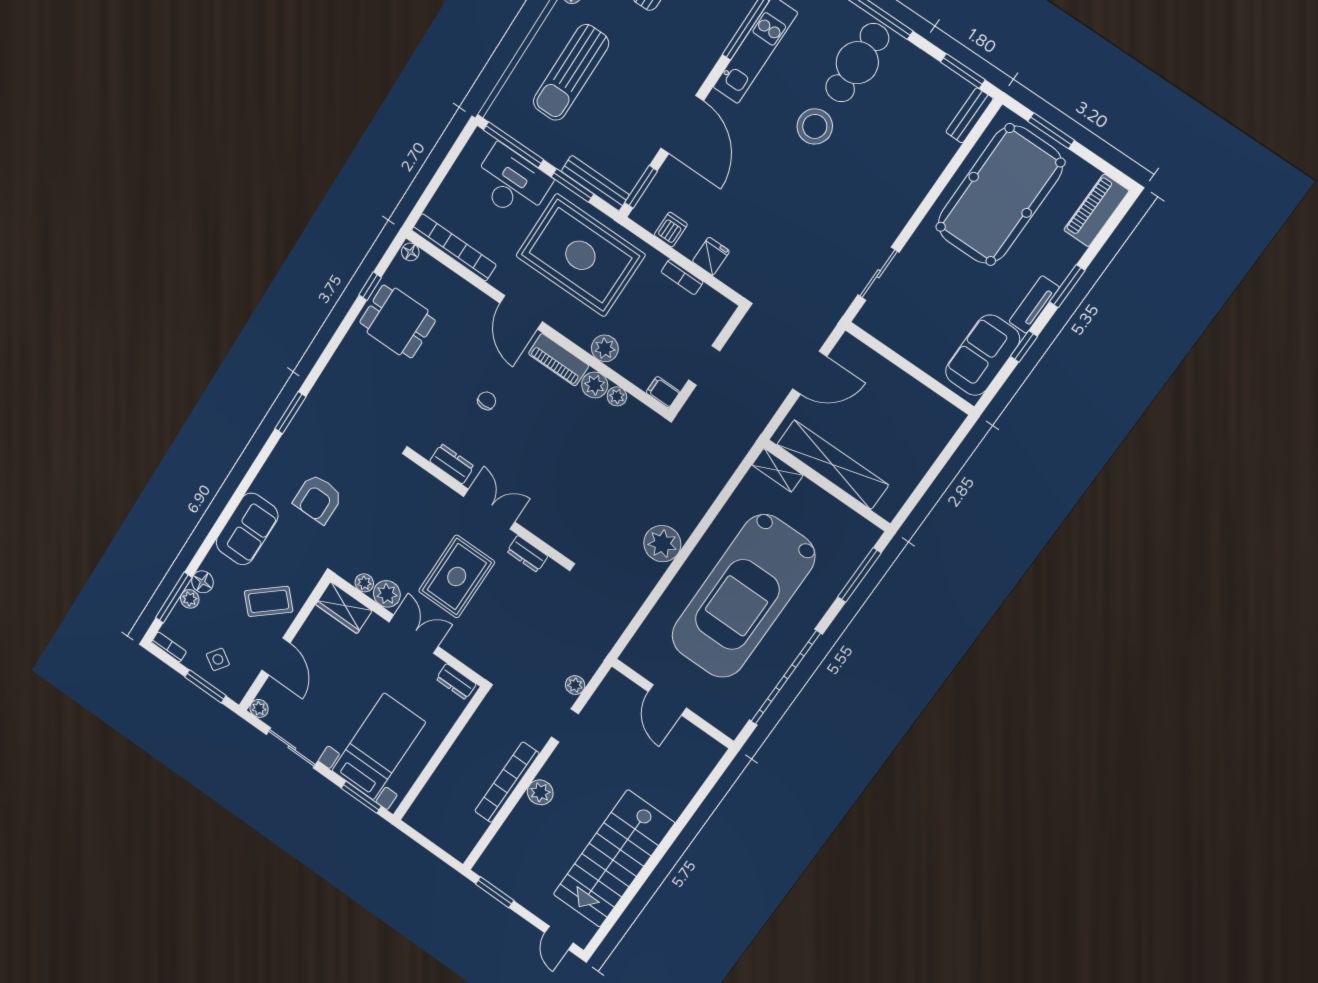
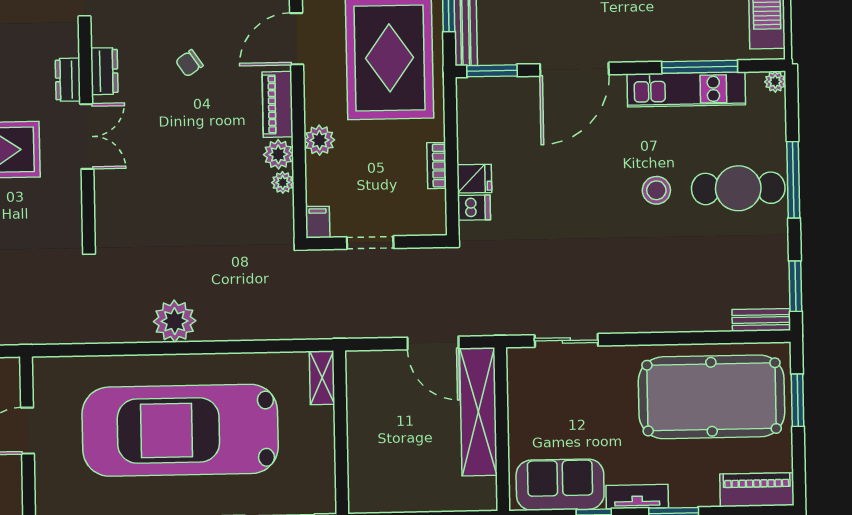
stool: (815, 126) -> (656, 190), width x0.73, depth x0.73
dishwasher: (671, 230) -> (474, 208), moved
chair: (487, 401) -> (189, 63), turned 146
shelving: (833, 465) -> (478, 412), moved
dresser: (527, 554) -> (68, 80), moved

